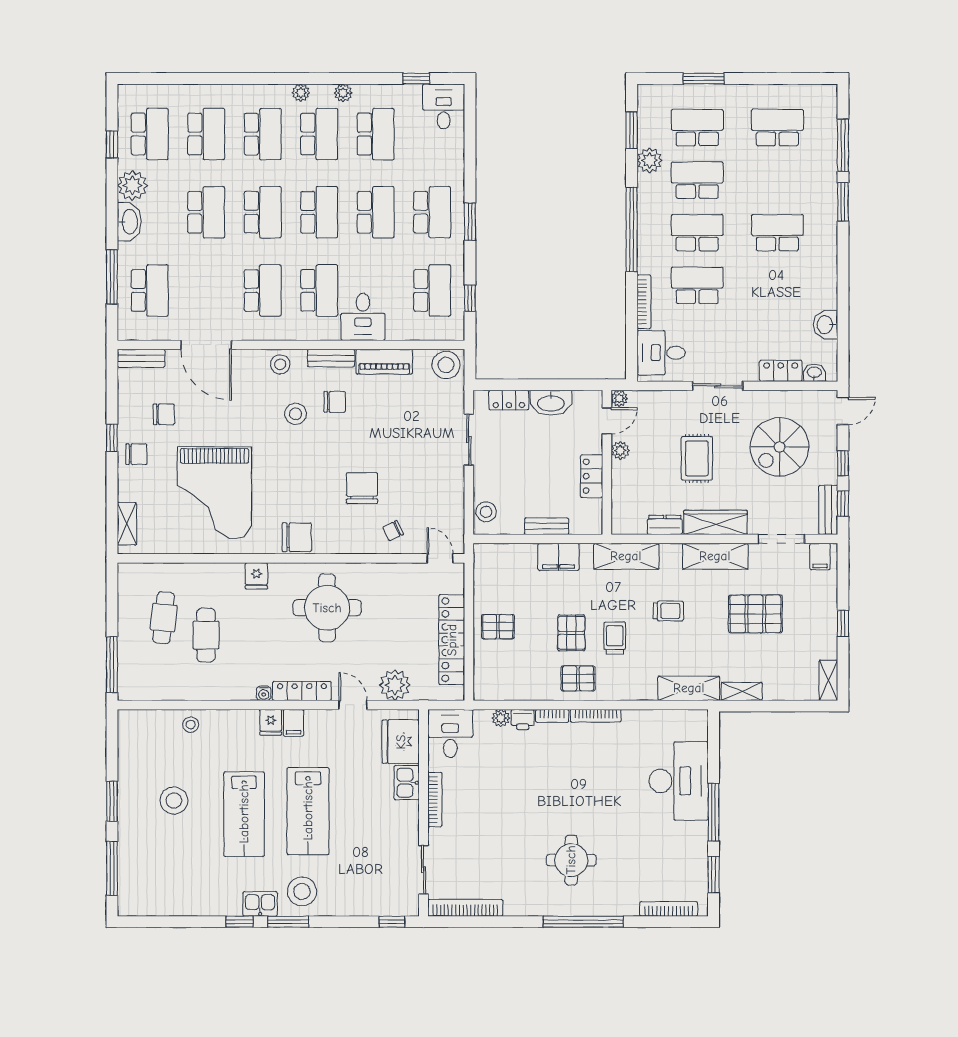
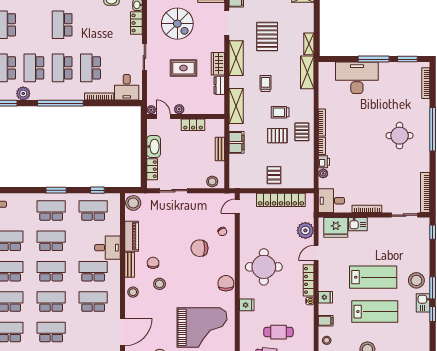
wardrobe: (715, 522) -> (218, 64), width x0.67
filing cabinet: (293, 723) -> (326, 321), moved

